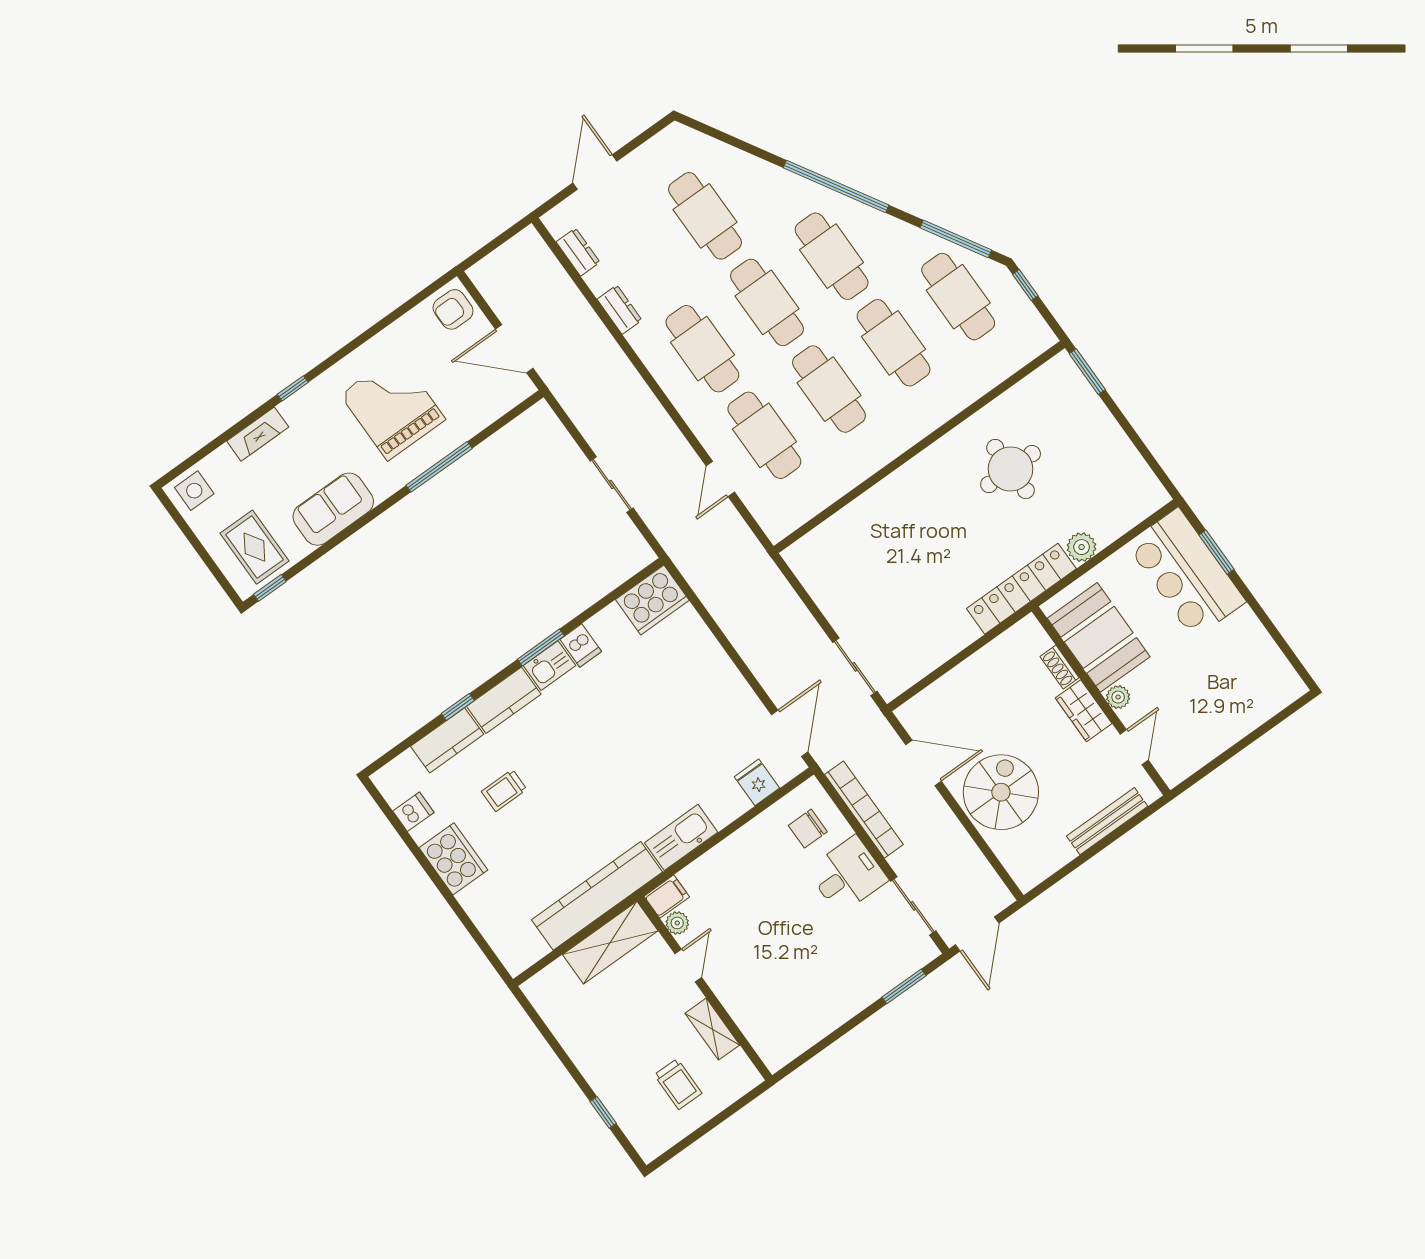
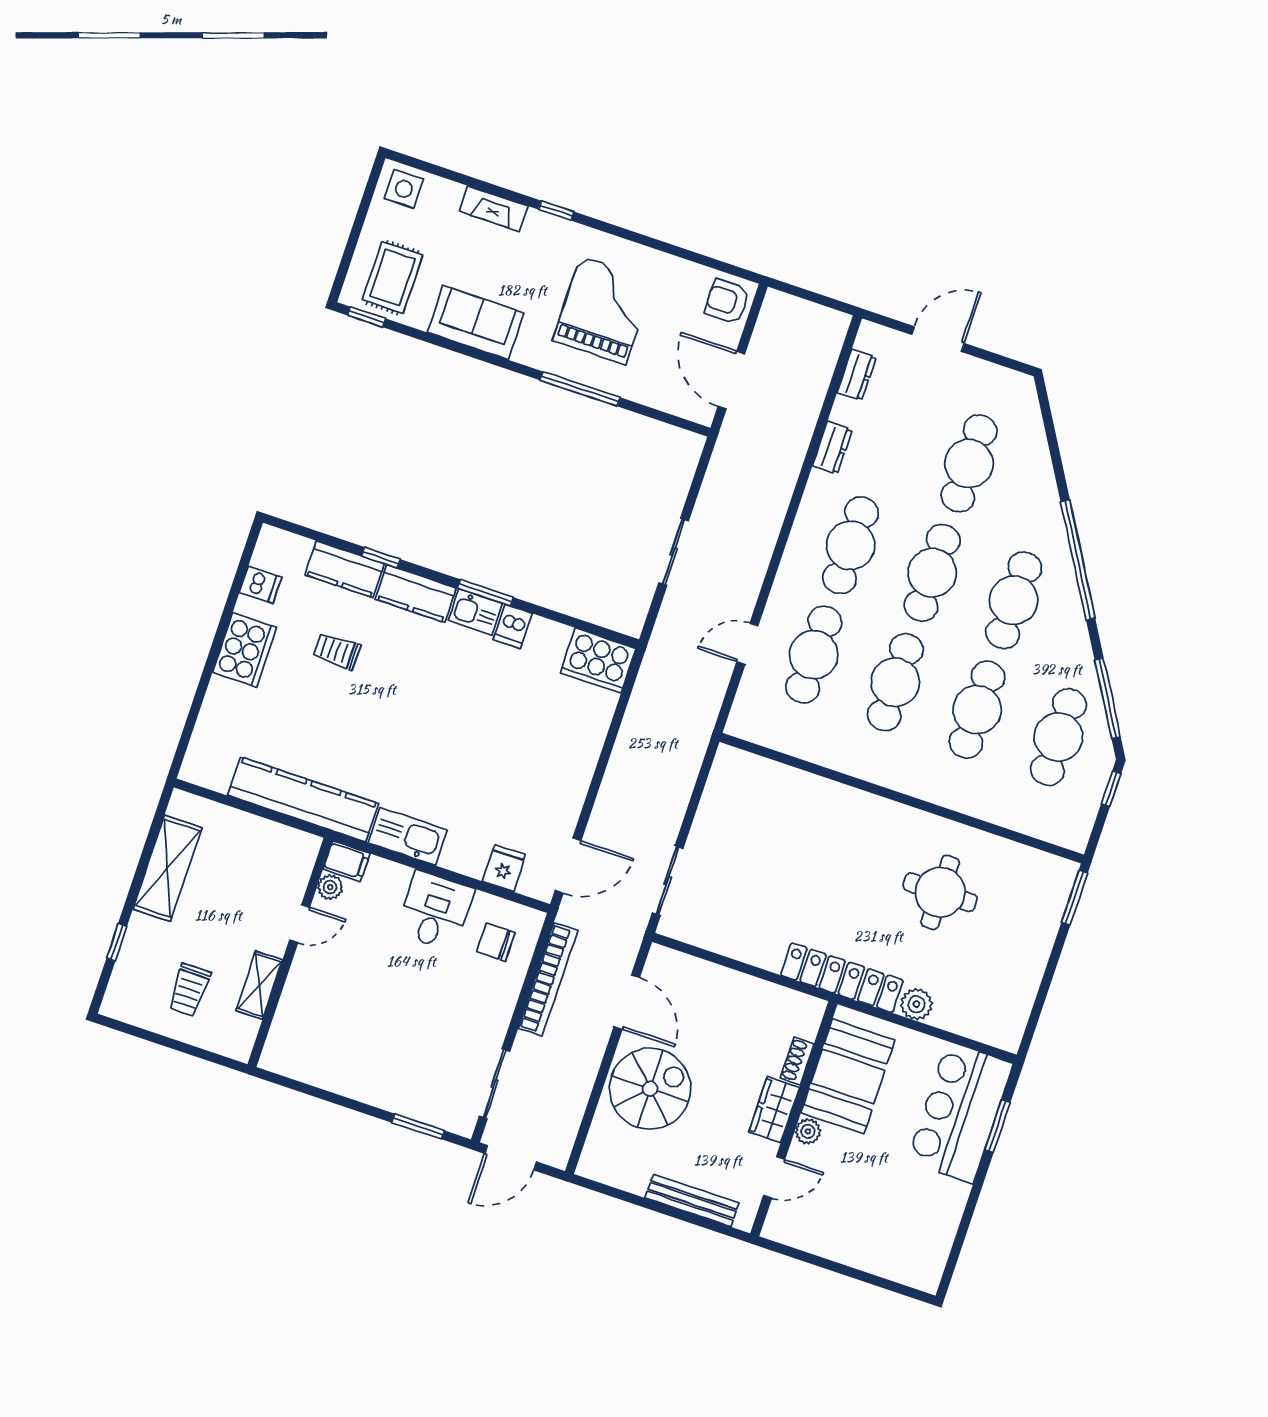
desk: (847, 875) -> (435, 911), moved, turned -90
shelving: (610, 943) -> (167, 868), moved, turned 90

